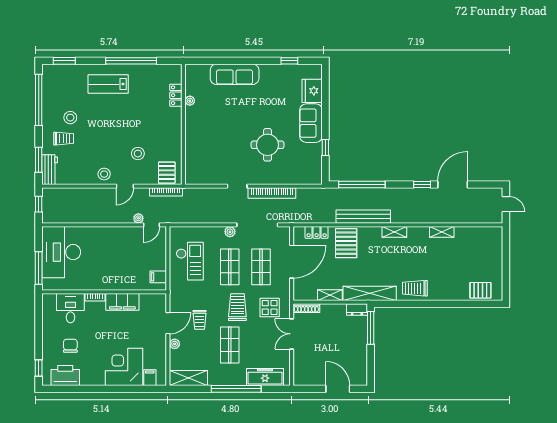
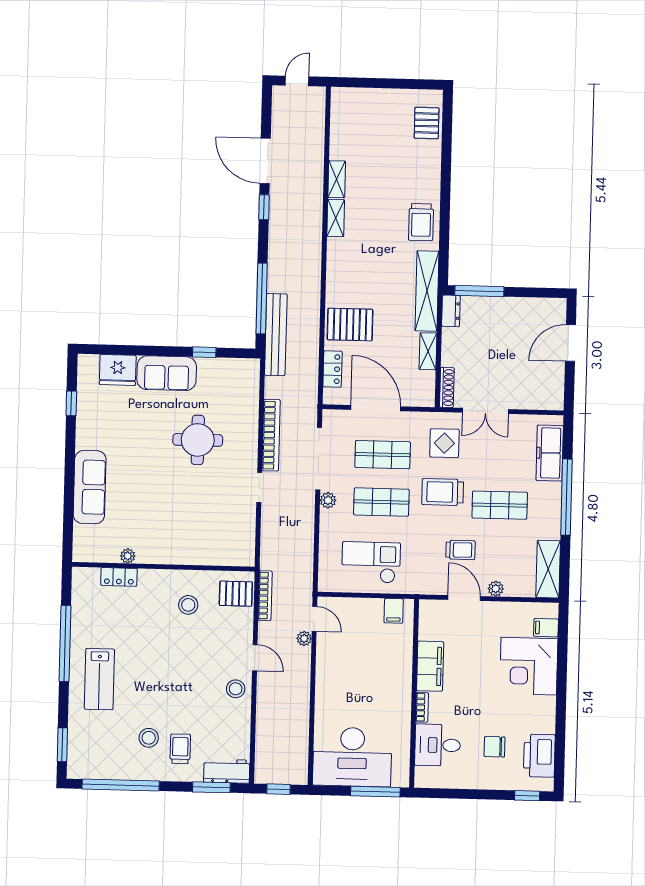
stool: (138, 154) -> (188, 605), moved
bench: (363, 217) -> (276, 335), moved
shelving: (394, 232) -> (336, 218), moved

